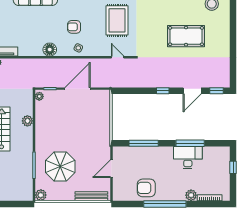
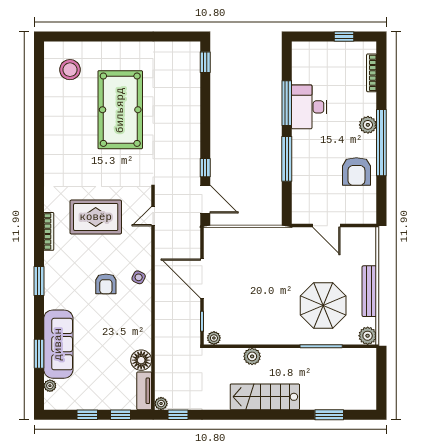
pool table: (186, 36) -> (120, 110), width x1.36, depth x1.32
floor lamp: (50, 50) -> (141, 360), moved
window: (163, 91) -> (205, 168), moved
door: (192, 91) -> (205, 199), moved
window: (144, 143) -> (287, 159), moved
window: (233, 167) -> (344, 36), moved
plant: (191, 195) -> (368, 125), moved
bench: (91, 196) -> (369, 291), moved

